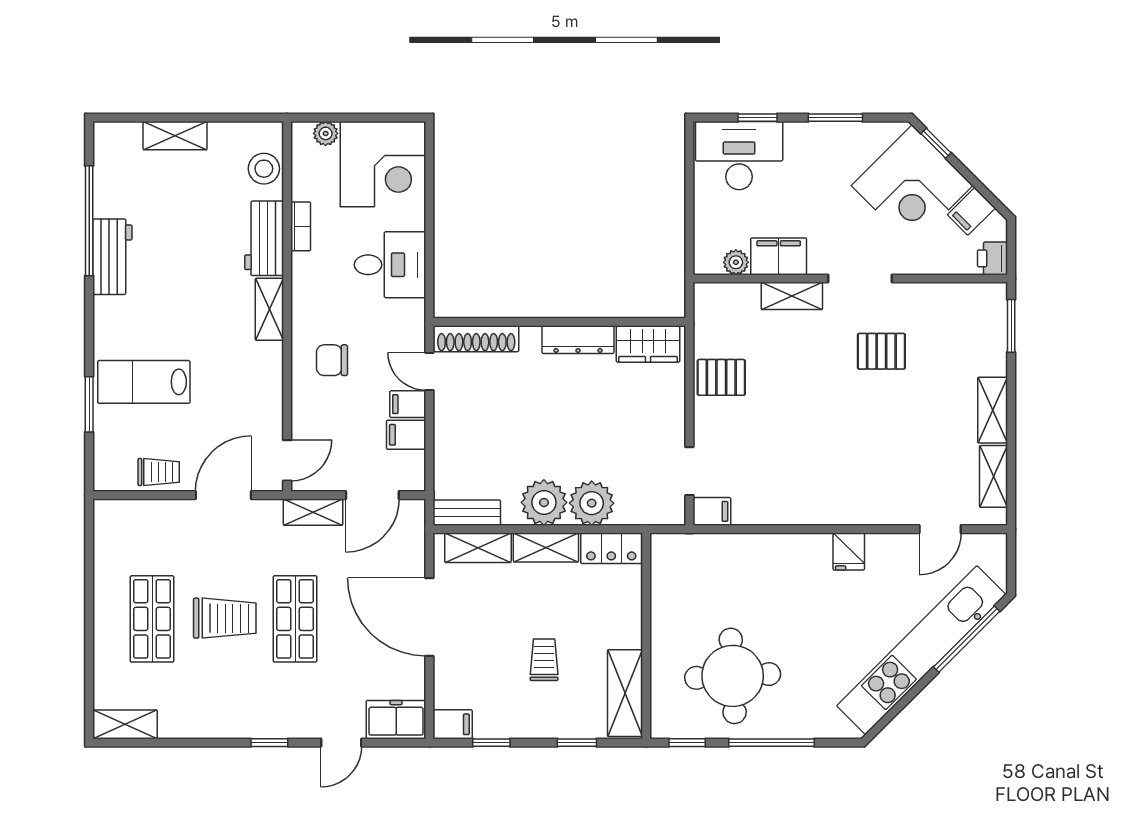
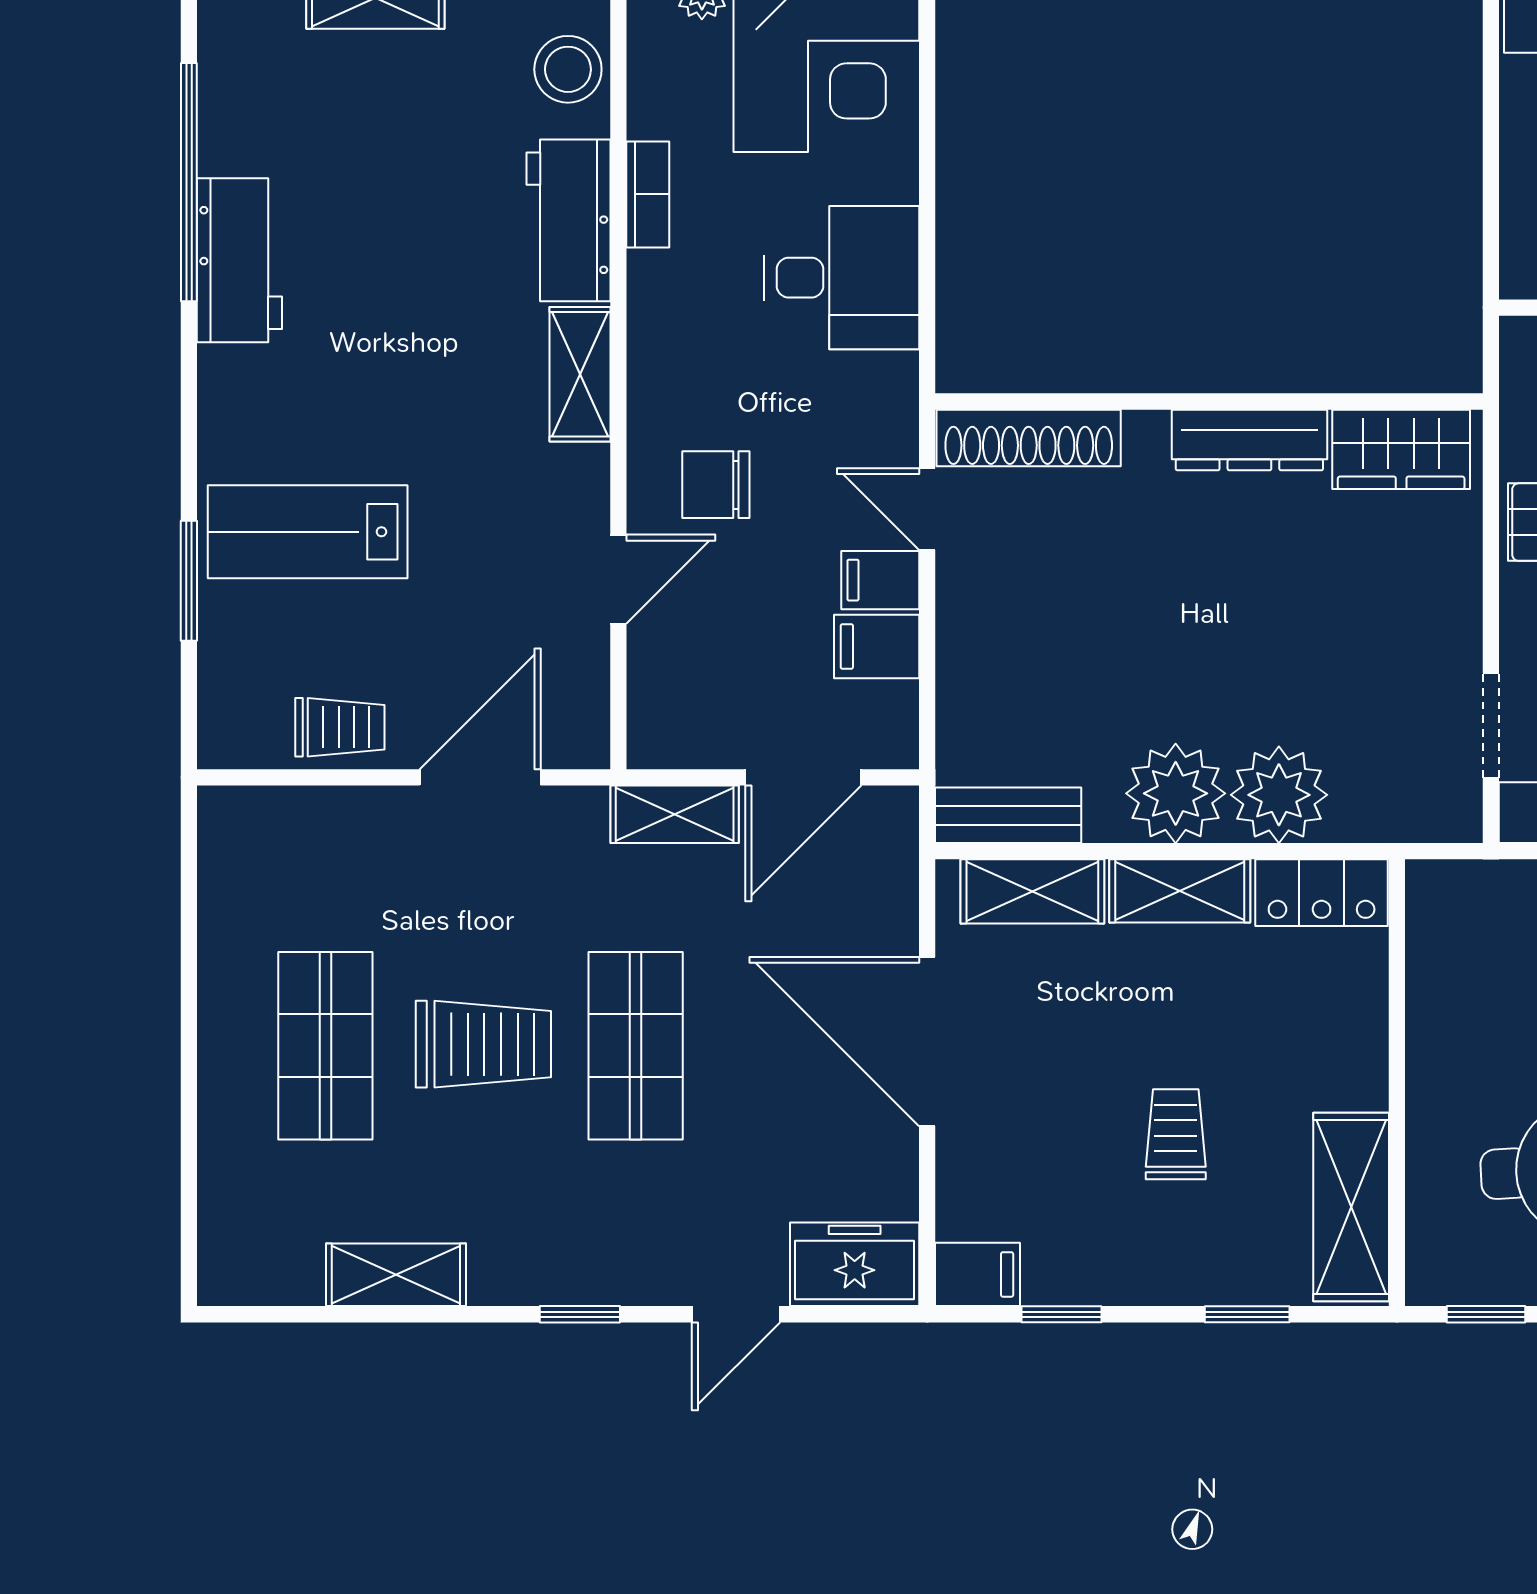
door: (287, 460) -> (618, 579), moved
shelving: (125, 724) -> (396, 1275), moved

